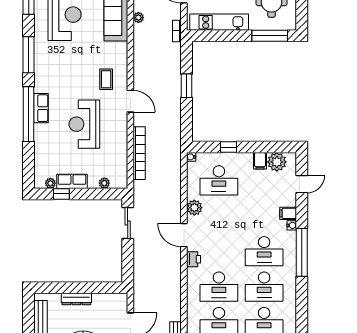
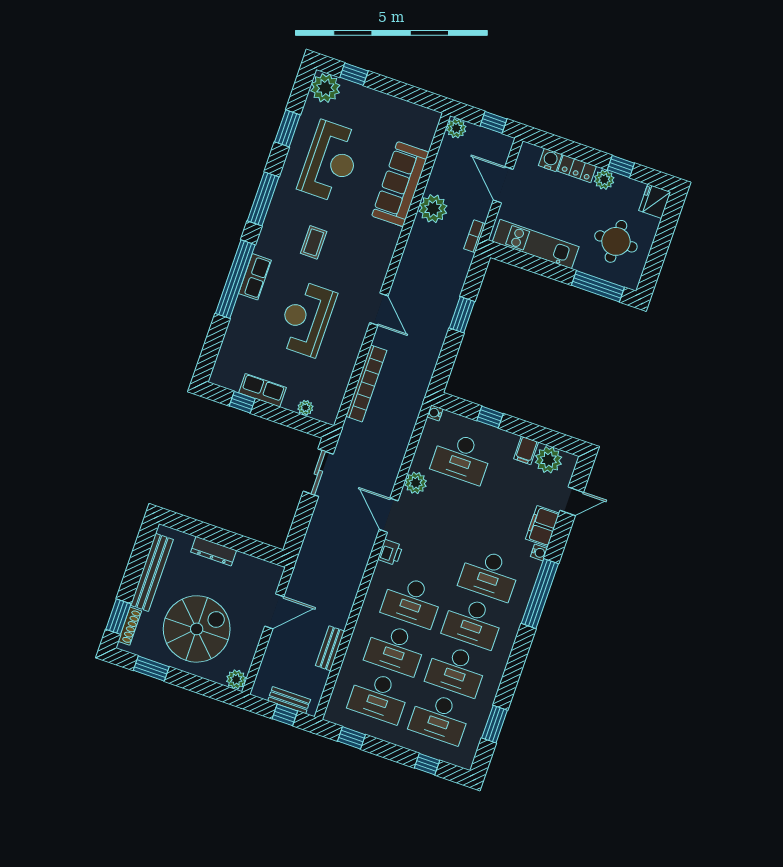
plant: (138, 18) -> (433, 209), width x1.88, depth x1.88
coffee table: (106, 79) -> (314, 242), moved
plant: (50, 183) -> (233, 383), removed
filing cabinet: (288, 213) -> (542, 526), width x2.00

